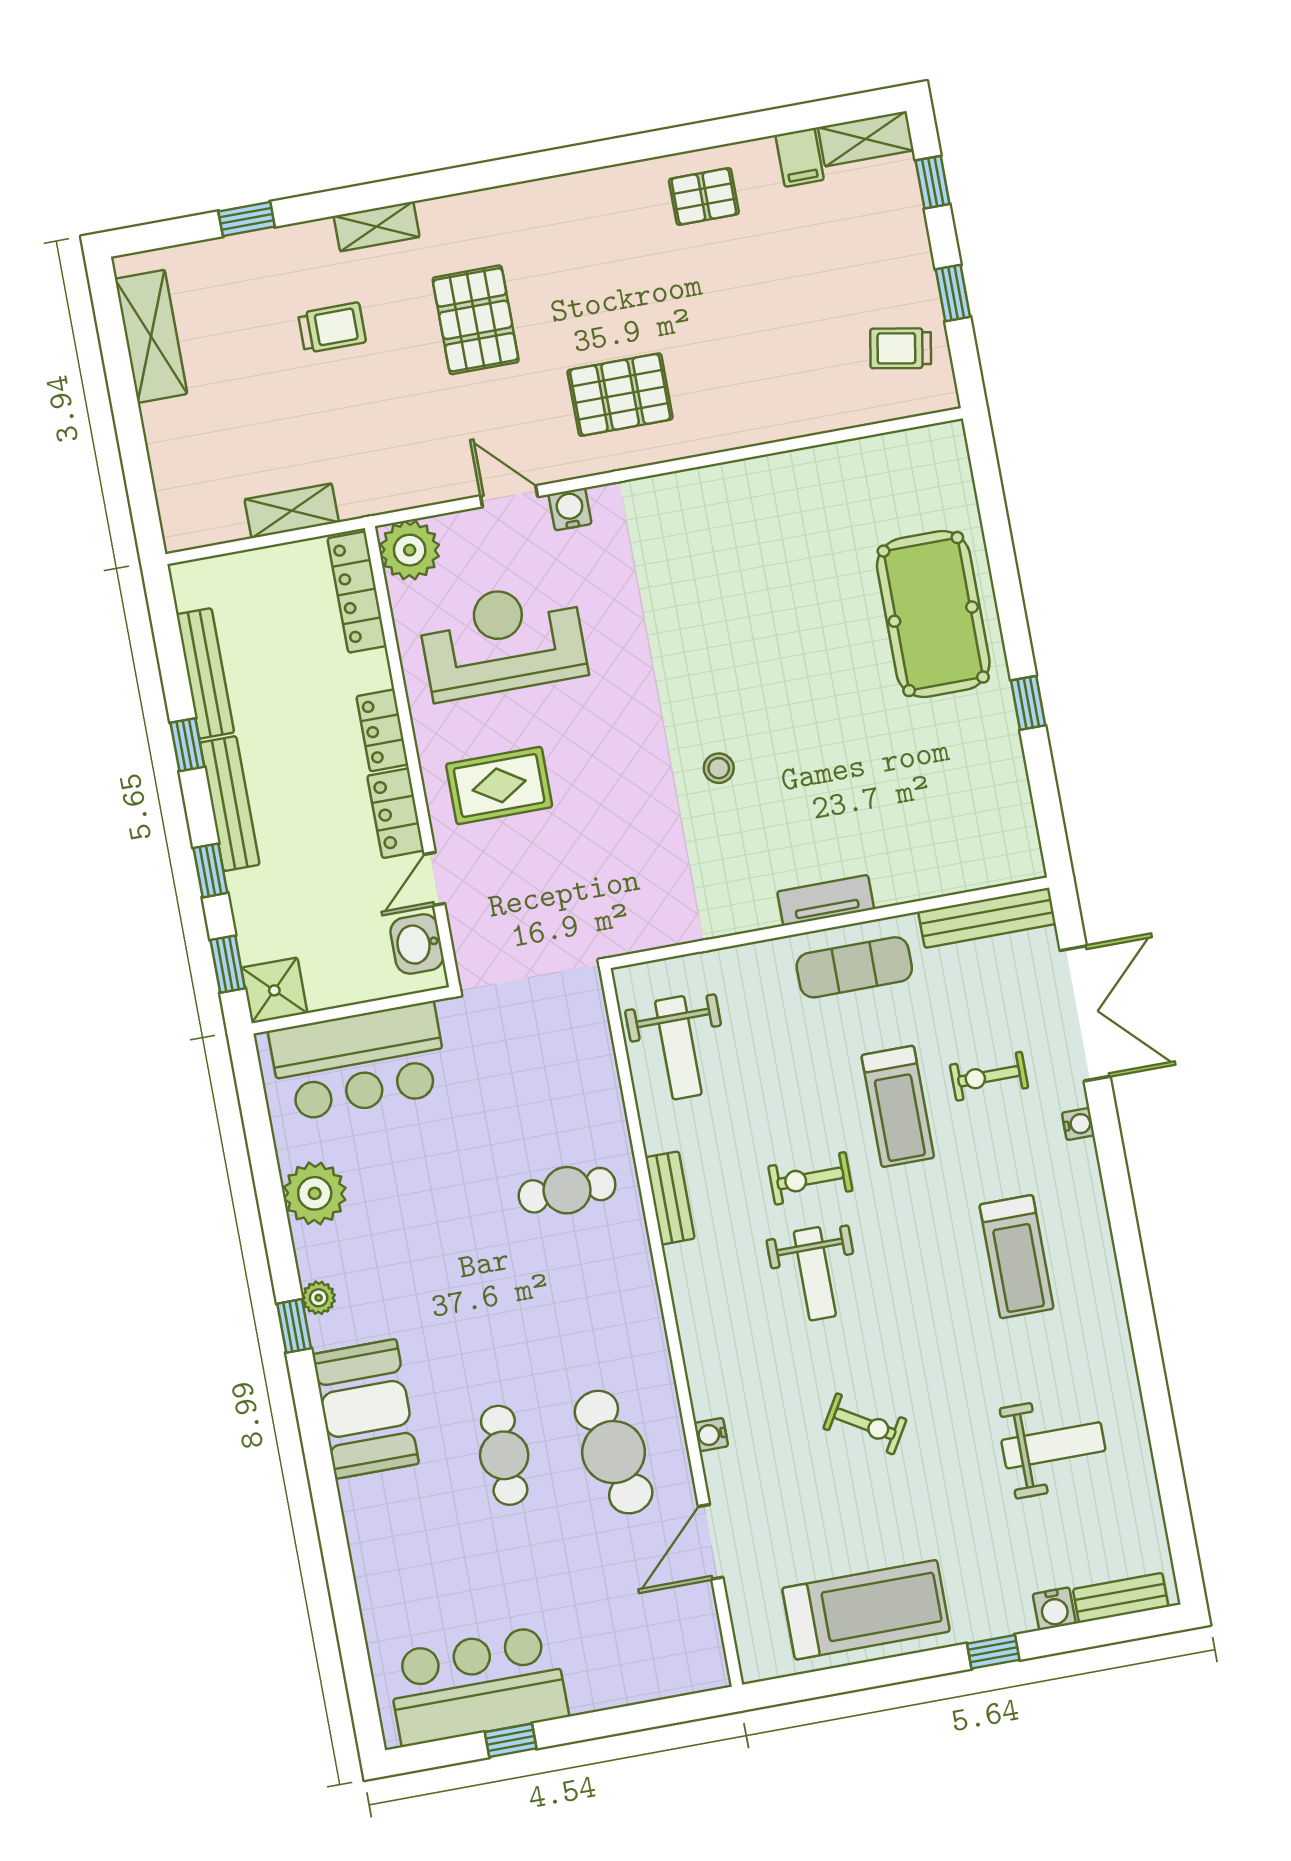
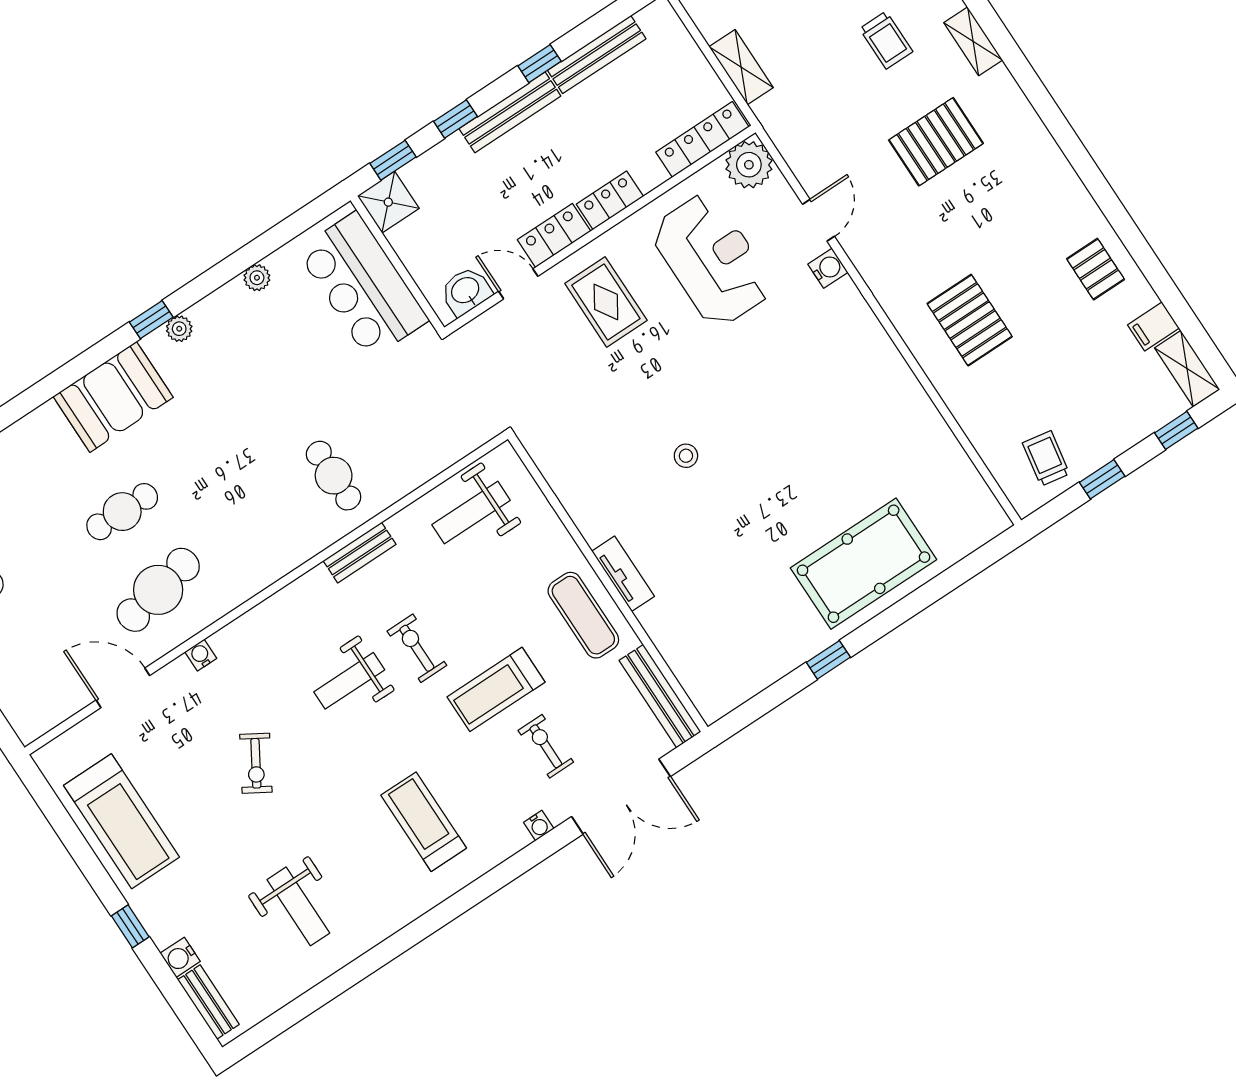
pallet: (620, 395) -> (970, 320), moved
plant: (315, 1193) -> (257, 278), width x0.53, depth x0.53
treadmill: (1016, 1257) -> (424, 822), turned 90

